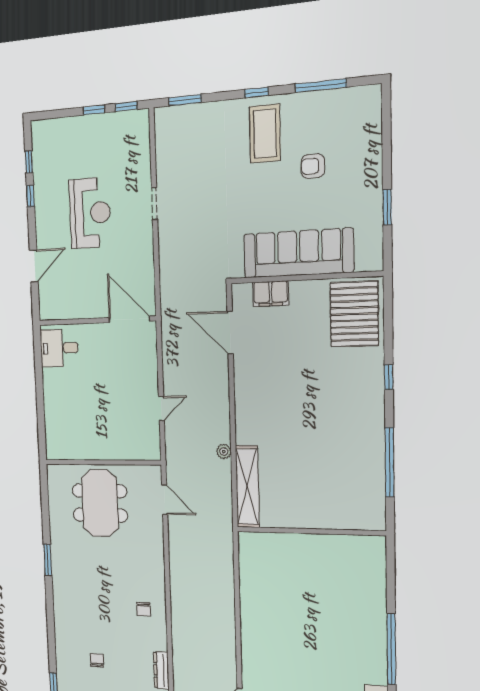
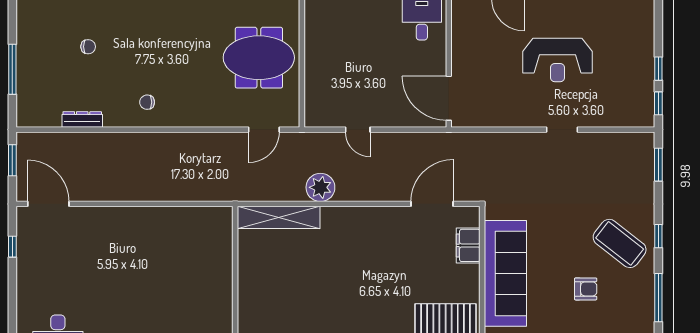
coffee table: (265, 134) -> (620, 243), turned 38
armchair: (313, 166) -> (586, 289), turned 90
door: (129, 319) -> (449, 98), swing flipped
plant: (224, 452) -> (320, 187), width x1.88, depth x1.88

